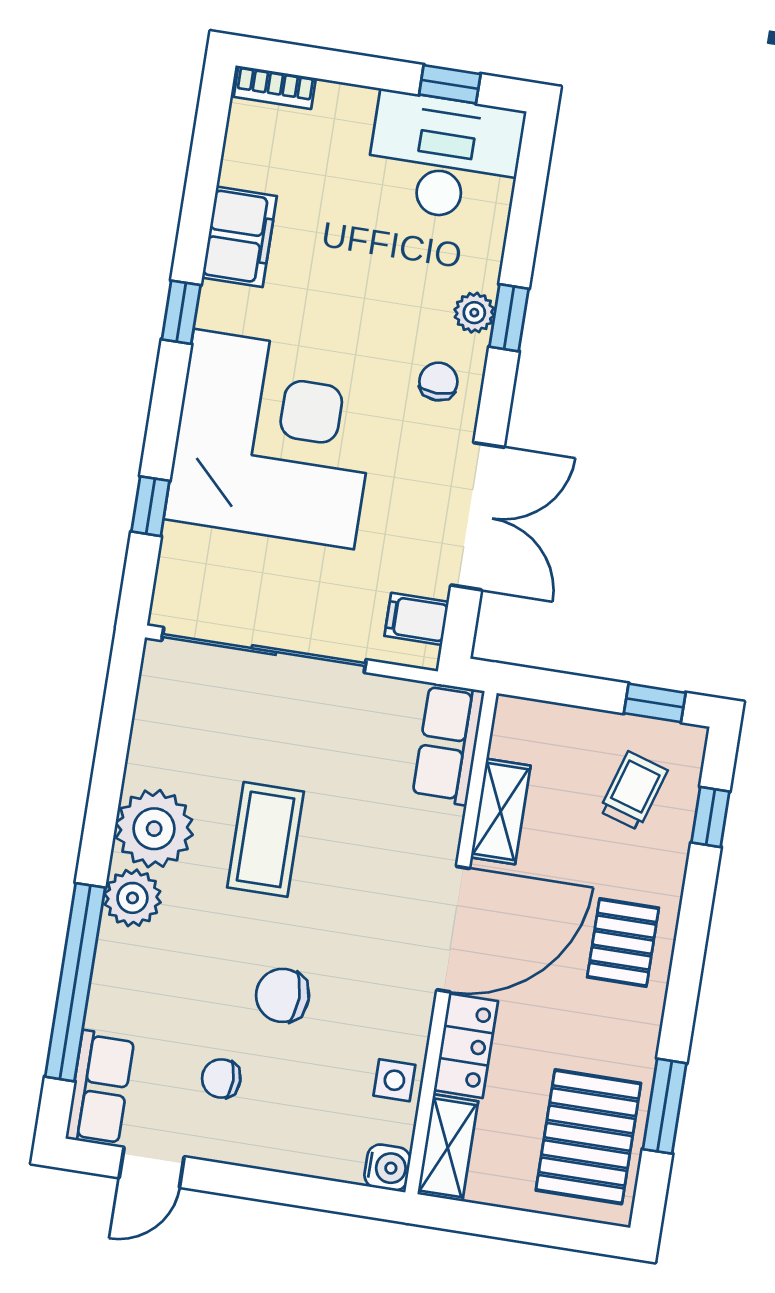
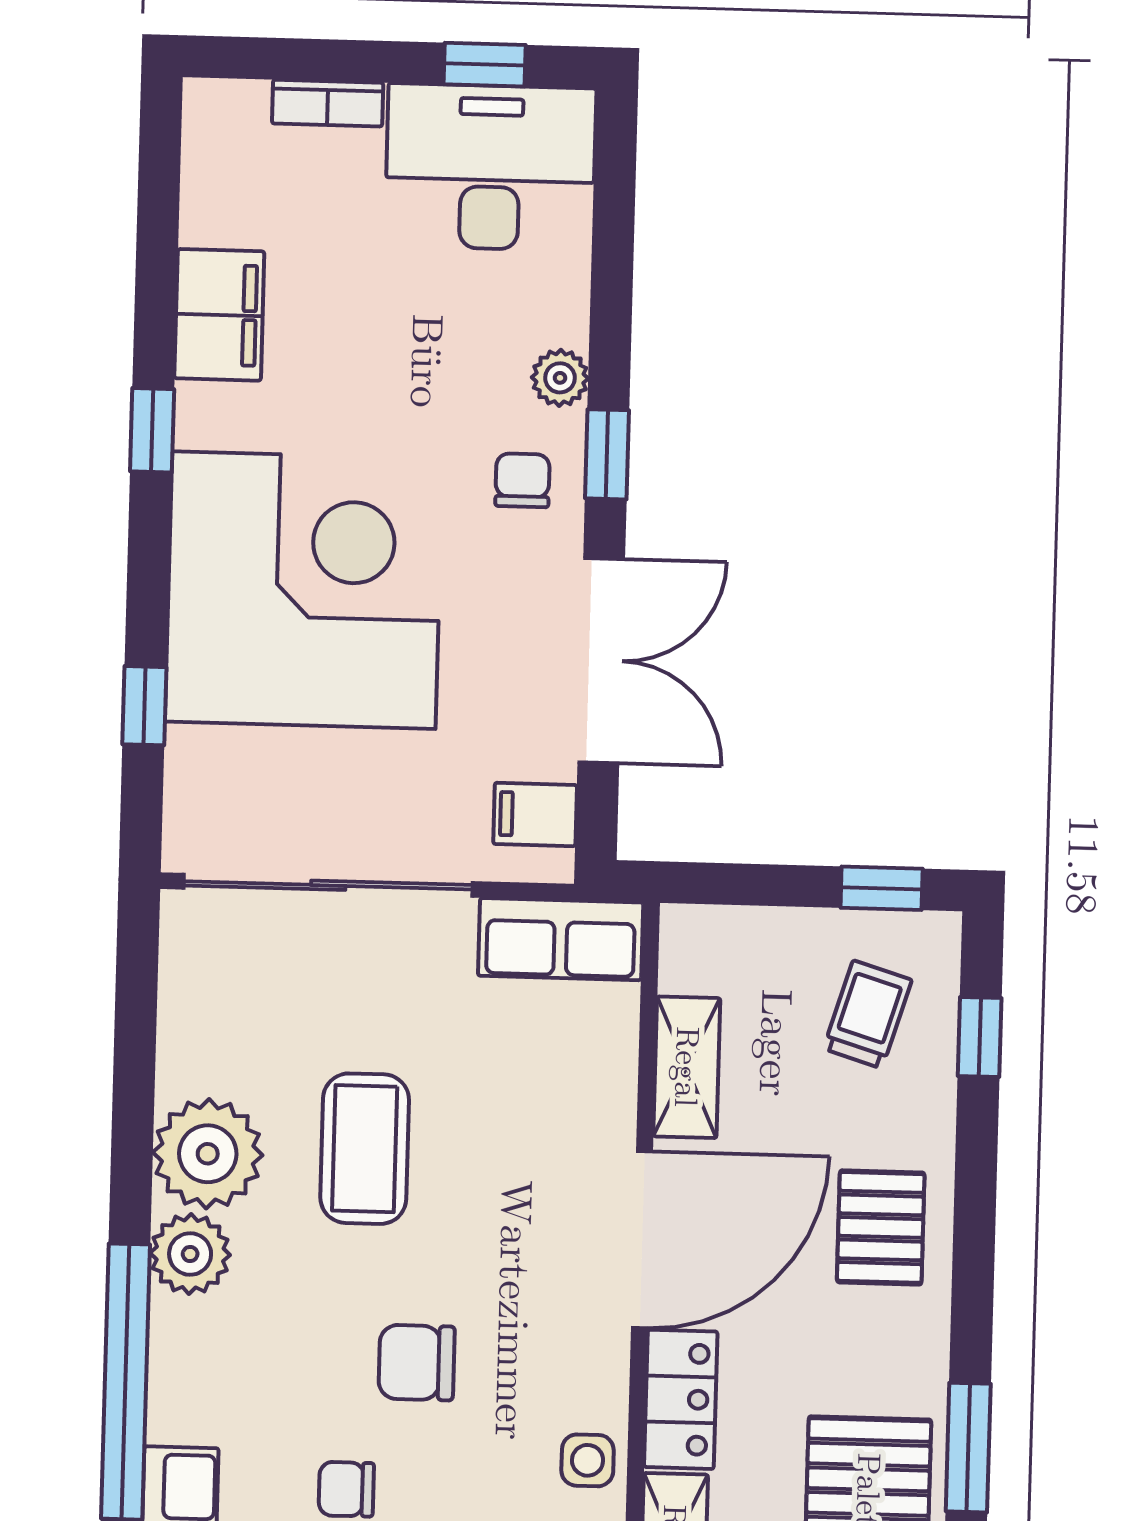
bookcase: (275, 87) -> (328, 103), moved
window: (509, 318) -> (607, 454), moved
row of seats: (448, 744) -> (561, 939), moved, turned -90

